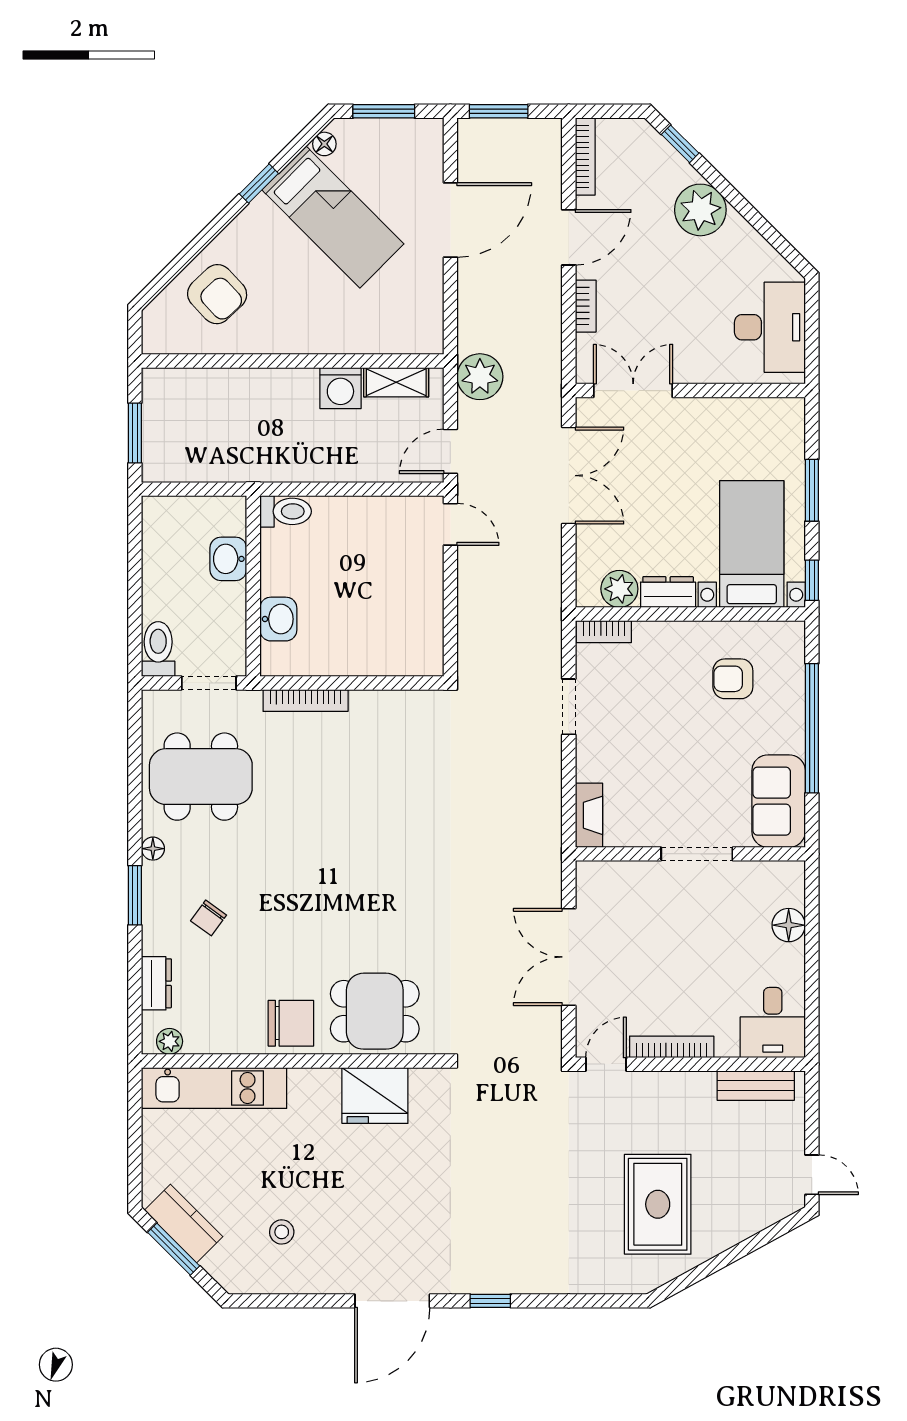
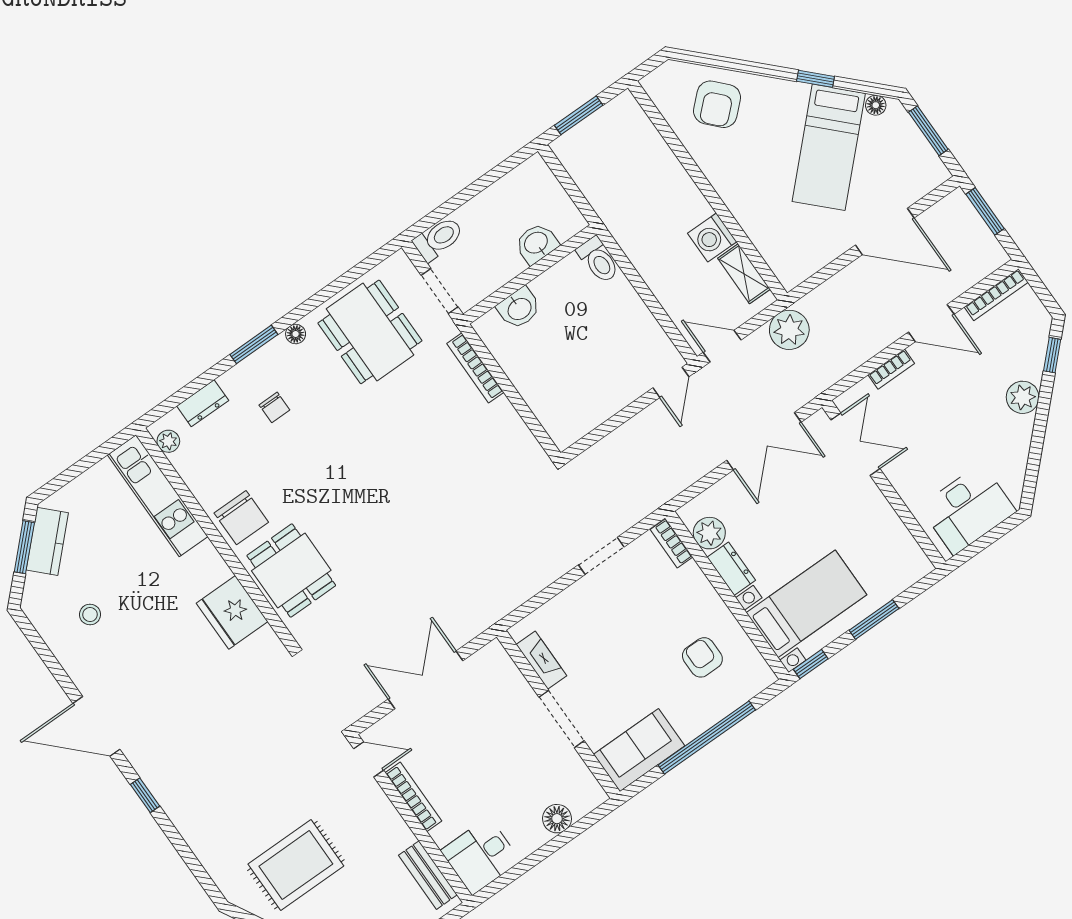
plant: (700, 210) -> (1023, 397), width x0.73, depth x0.73
fireplace: (589, 815) -> (541, 660), moved, turned -90
chair: (209, 918) -> (274, 407), turned -126

